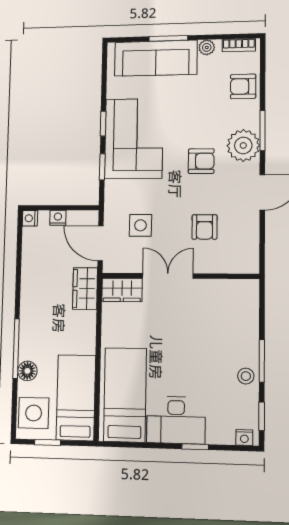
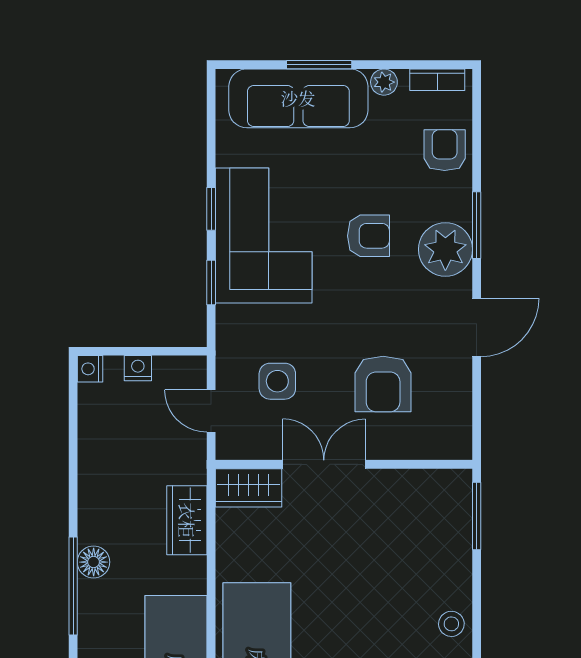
armchair: (243, 86) -> (445, 150), turned 90
armchair: (201, 161) -> (368, 236), moved
armchair: (204, 227) -> (383, 384), width x1.38, depth x1.38
door: (101, 243) -> (211, 411), width x0.73
wardrobe: (85, 289) -> (187, 520), moved
window: (262, 361) -> (477, 516), moved
floor lamp: (27, 371) -> (94, 562), moved

